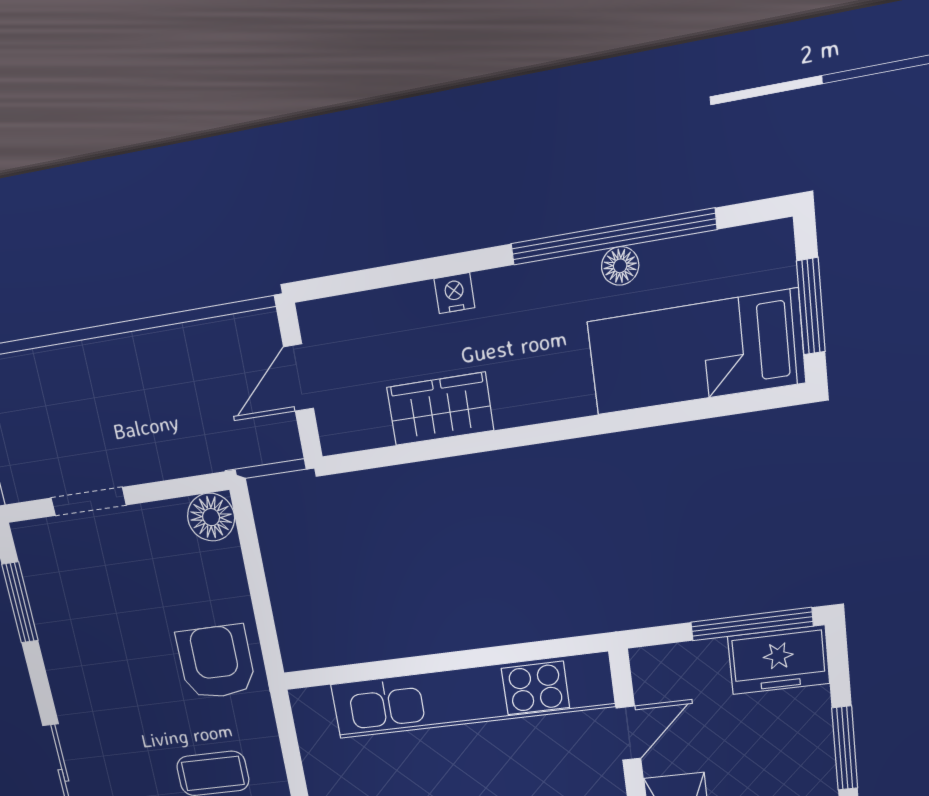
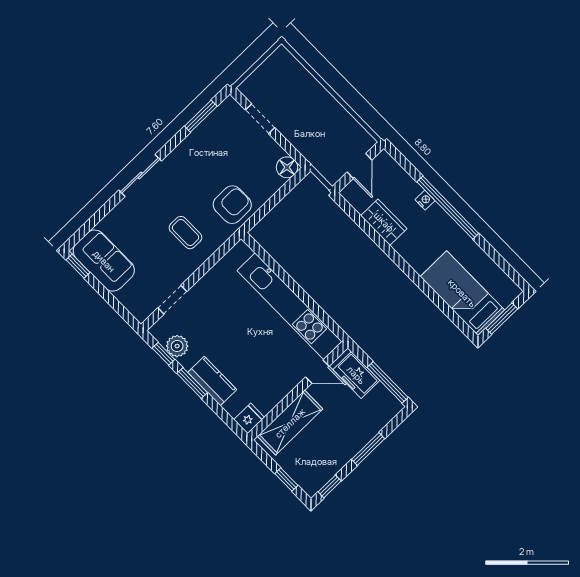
window: (613, 237) -> (448, 208), moved
floor lamp: (620, 266) -> (471, 248), removed
door: (299, 378) -> (360, 166), swing flipped
freezer: (779, 660) -> (356, 375), moved

